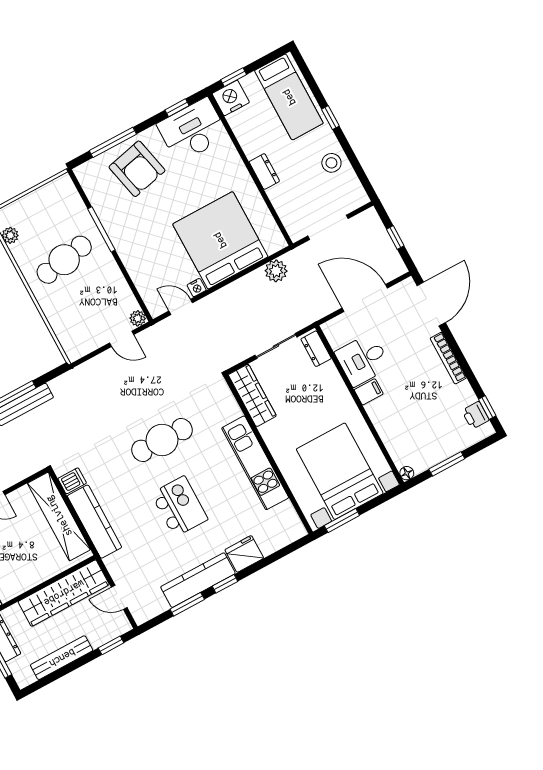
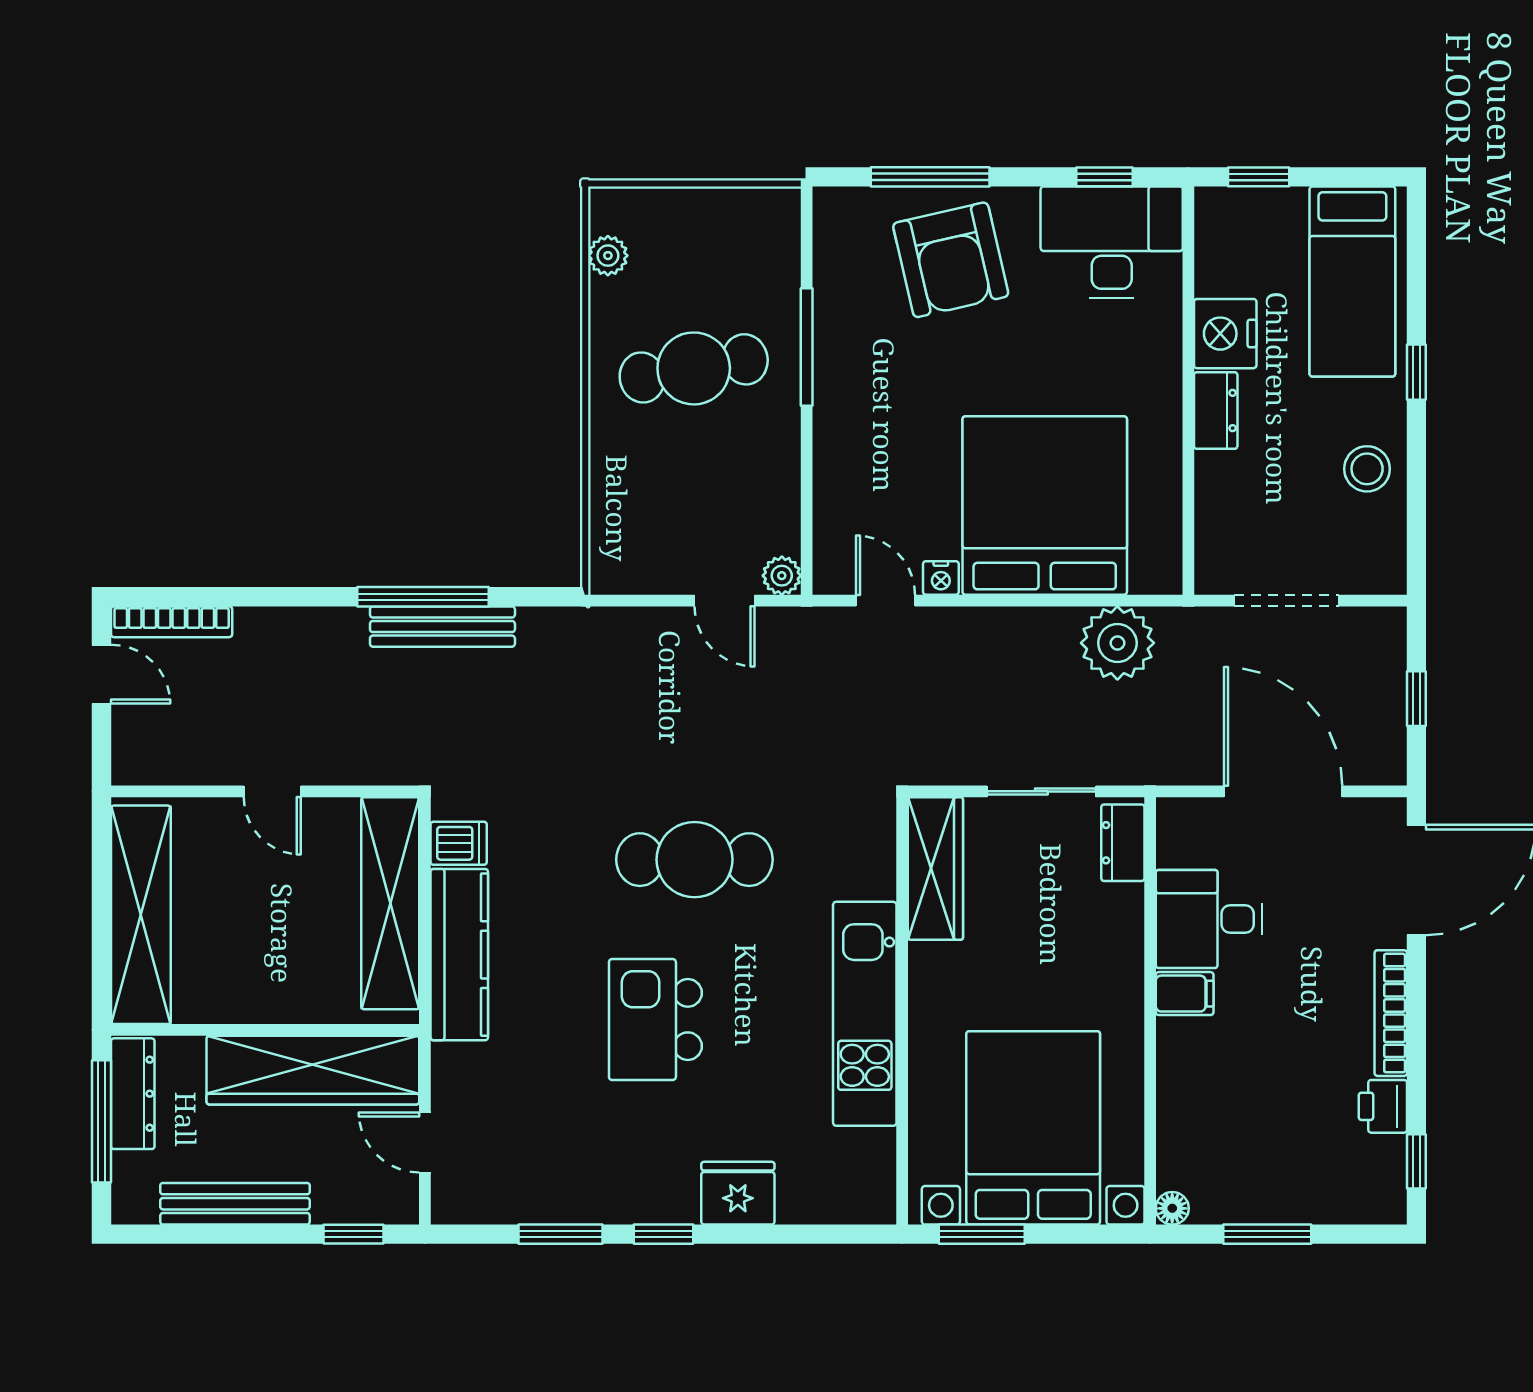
nightstand: (231, 98) -> (1225, 334), moved, turned -90
plant: (276, 271) -> (1117, 643), width x1.36, depth x1.36
printer: (475, 415) -> (1383, 1106), moved
kitchen island: (179, 507) -> (655, 1020), turned 180
kitchen counter: (198, 580) -> (611, 1196), removed

